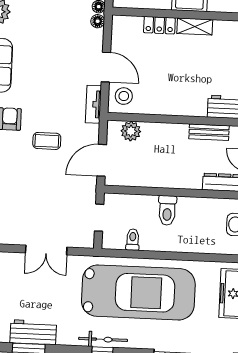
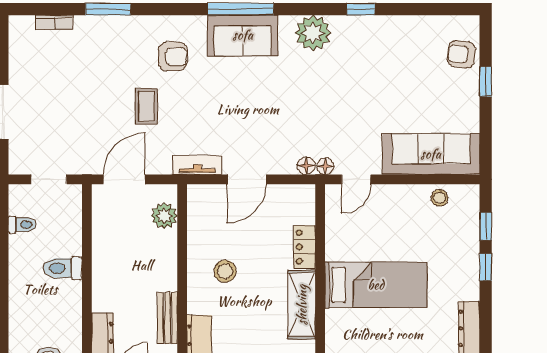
shelving: (195, 26) -> (302, 305), width x1.50, depth x1.33
stool: (124, 96) -> (225, 271), moved
door: (102, 160) -> (124, 179), hinge flipped

